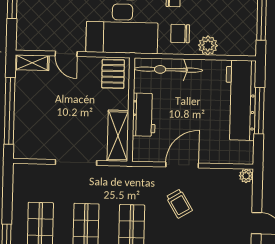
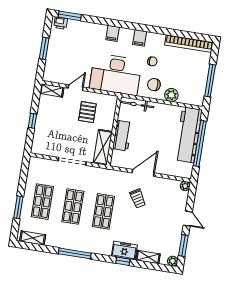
door: (66, 54) -> (76, 88), swing flipped
bicycle: (168, 70) -> (137, 105), width x0.73, depth x0.71
pallet: (113, 74) -> (87, 112), moved
window: (10, 111) -> (32, 121), width x0.32
window: (259, 111) -> (200, 144), width x1.46

